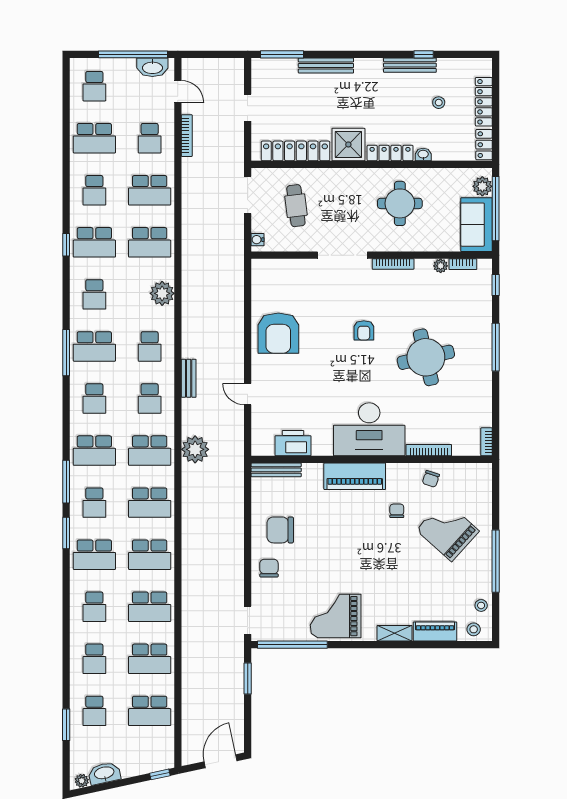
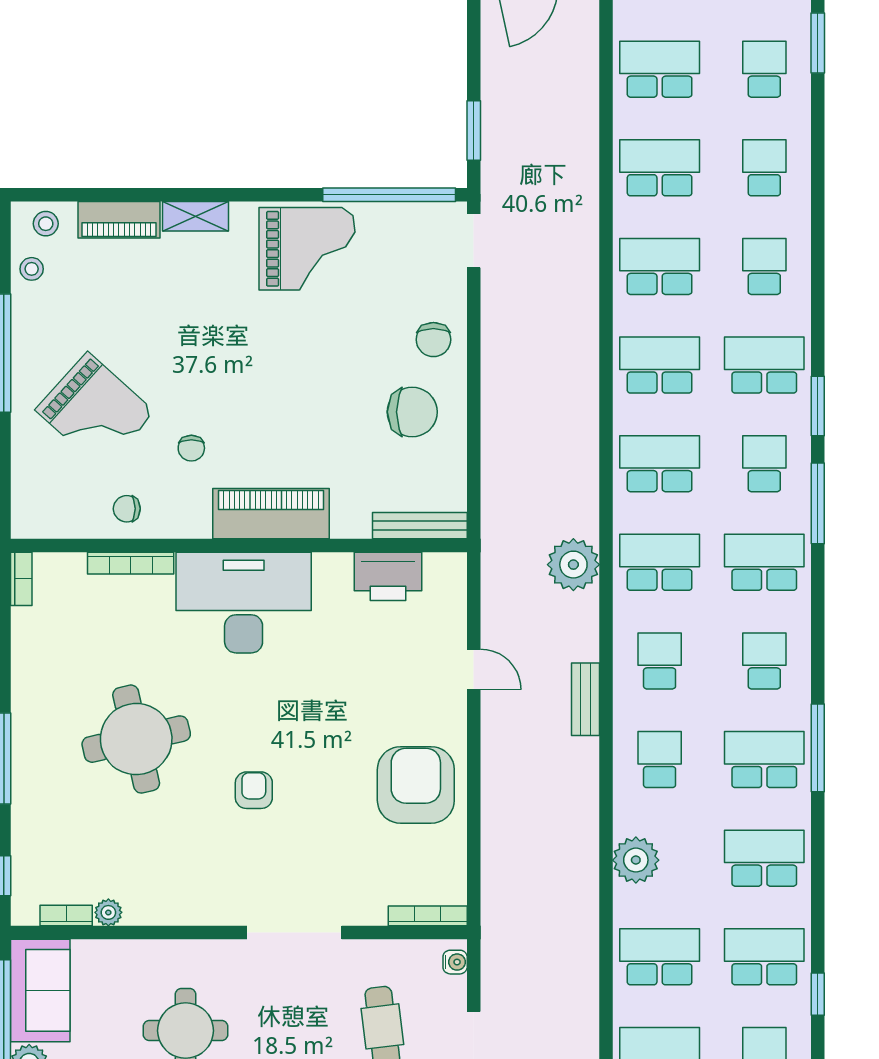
window: (66, 245) -> (818, 994), moved
bookcase: (393, 264) -> (428, 916), moved
school desk: (94, 294) -> (764, 858), width x1.85
chair: (431, 479) -> (127, 509), turned -108

